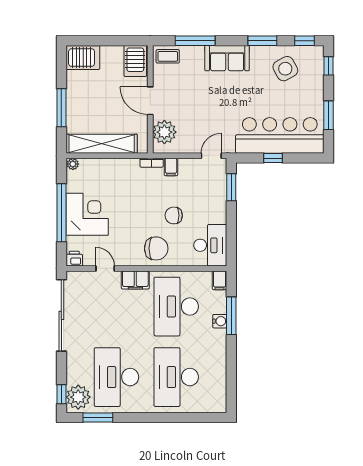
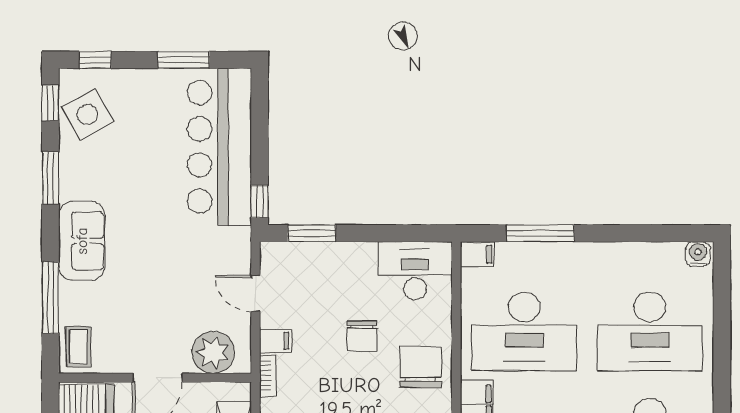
side table: (285, 69) -> (87, 114), moved
door: (211, 156) -> (255, 294), moved
window: (273, 158) -> (260, 202), moved
water cooler: (220, 321) -> (698, 254), moved

